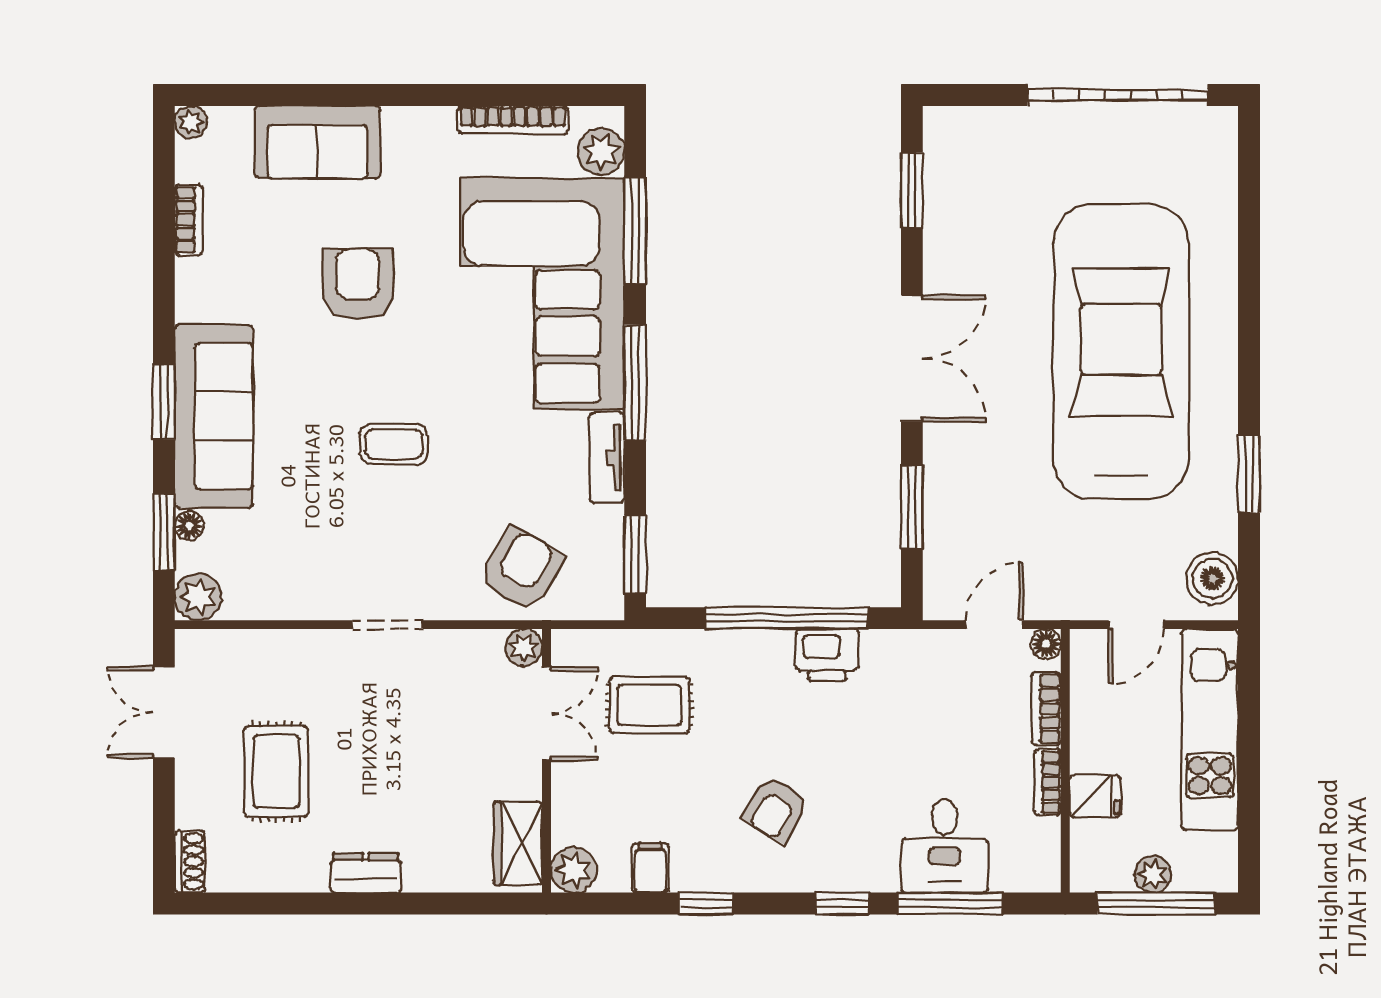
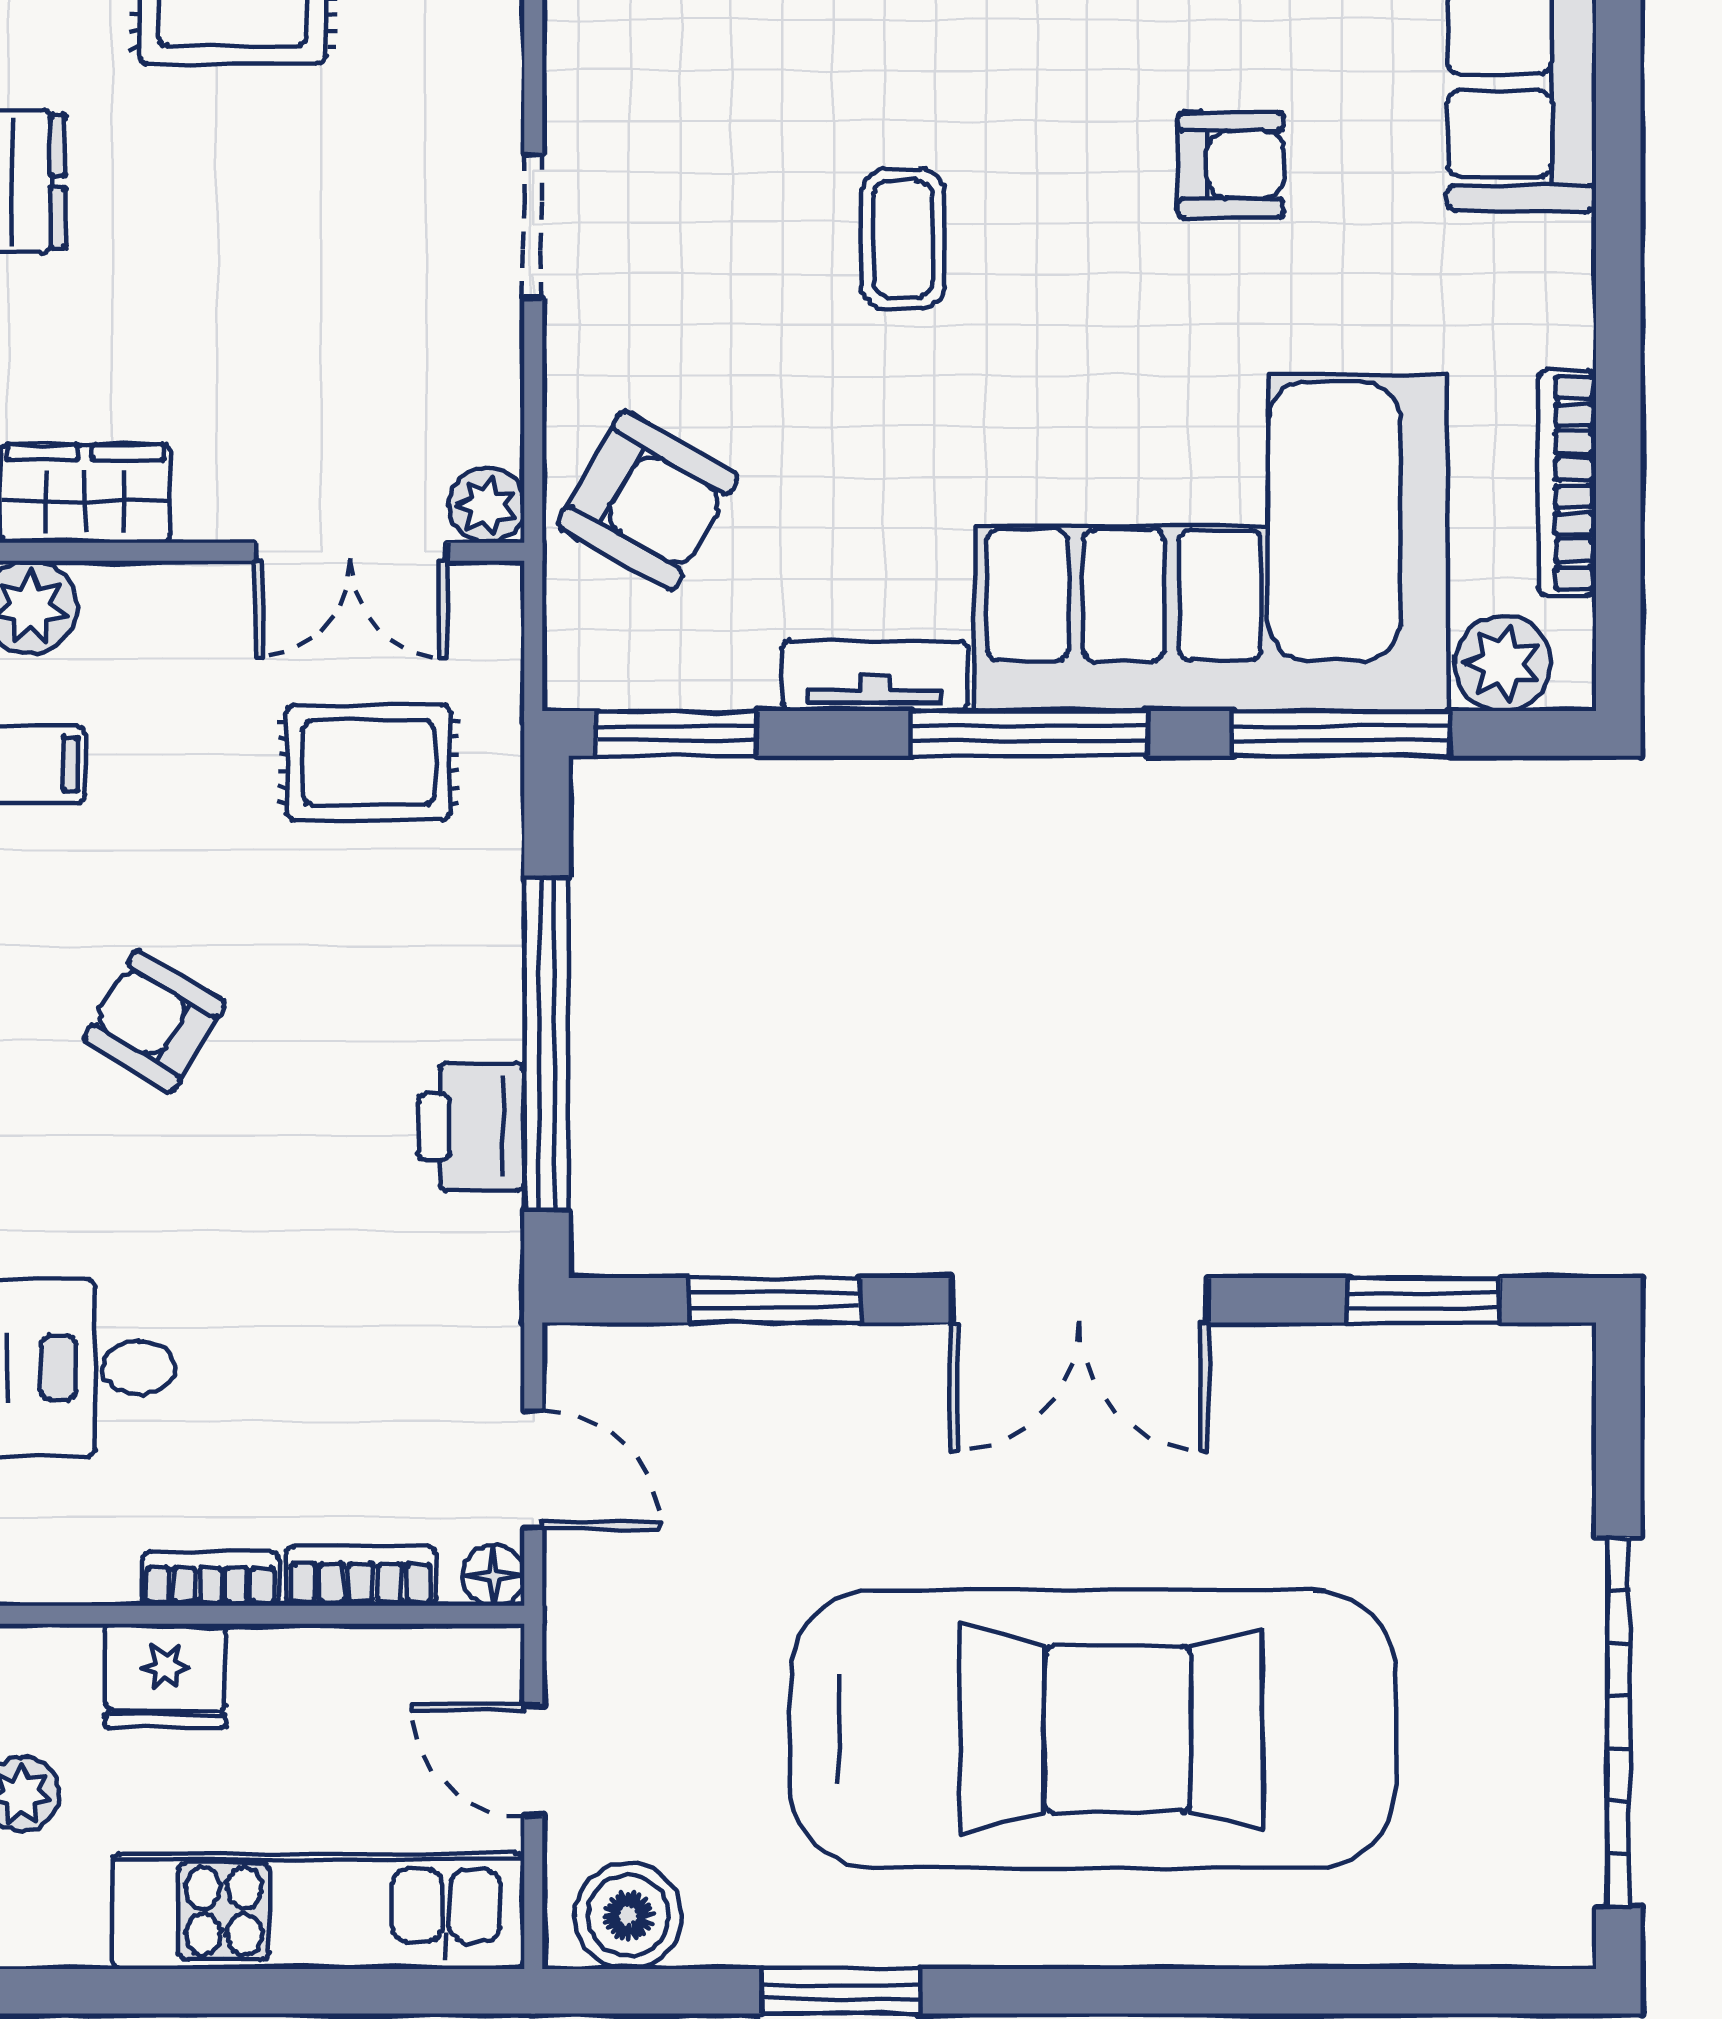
armchair: (358, 284) -> (1231, 165), width x0.72, depth x0.72
rug: (649, 705) -> (368, 762), turned 90
fridge: (1095, 796) -> (165, 1676), width x1.38

